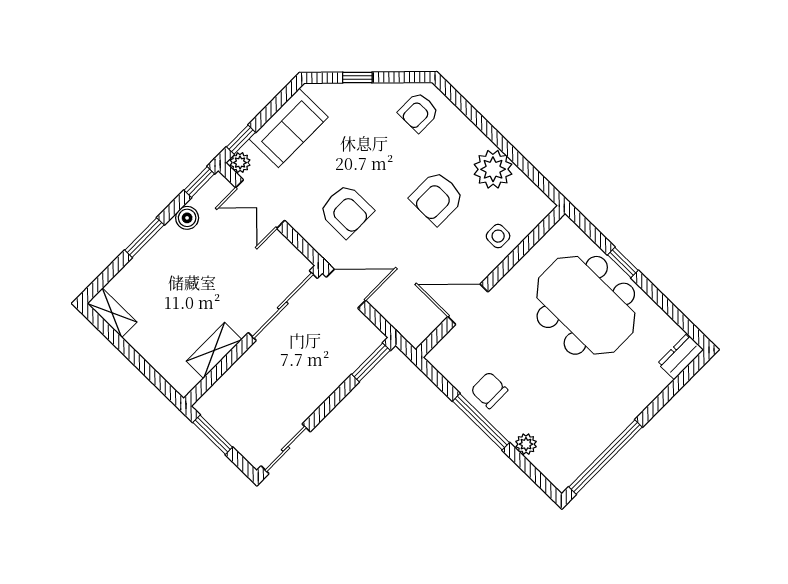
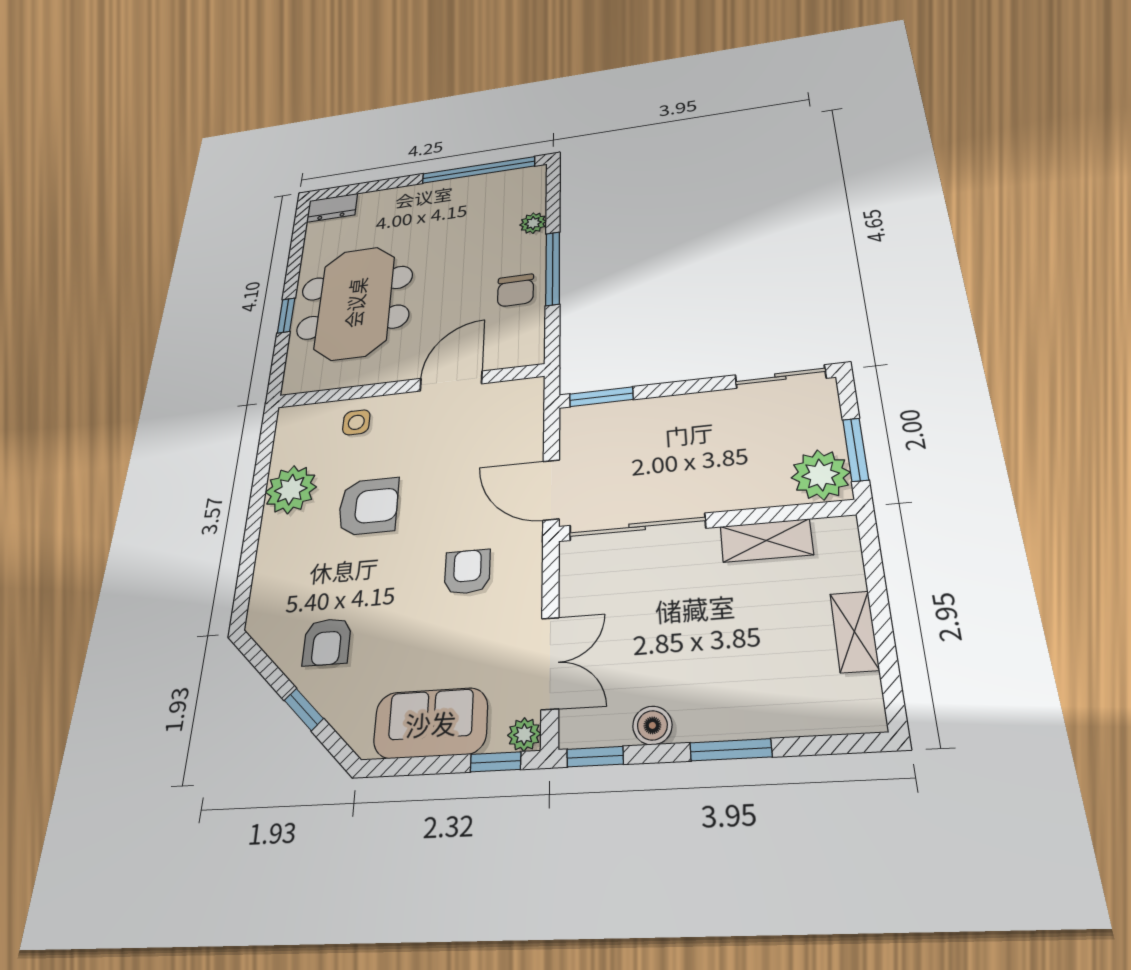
armchair: (419, 112) -> (327, 642), moved, turned 90
armchair: (346, 211) -> (467, 572), width x0.72, depth x0.72
door: (468, 304) -> (451, 381), swing flipped
shelving: (112, 313) -> (854, 632), moved
plant: (218, 407) -> (821, 475), added

